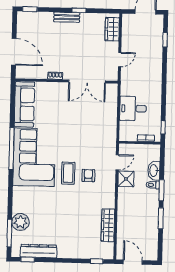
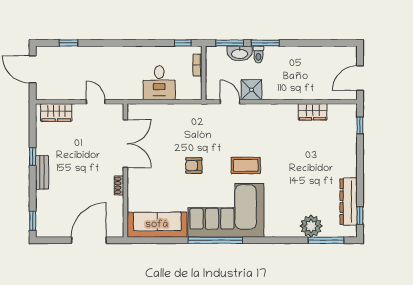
armchair: (88, 176) -> (194, 165), moved
window: (161, 218) -> (230, 43), moved
wardrobe: (108, 225) -> (313, 112), width x0.67

